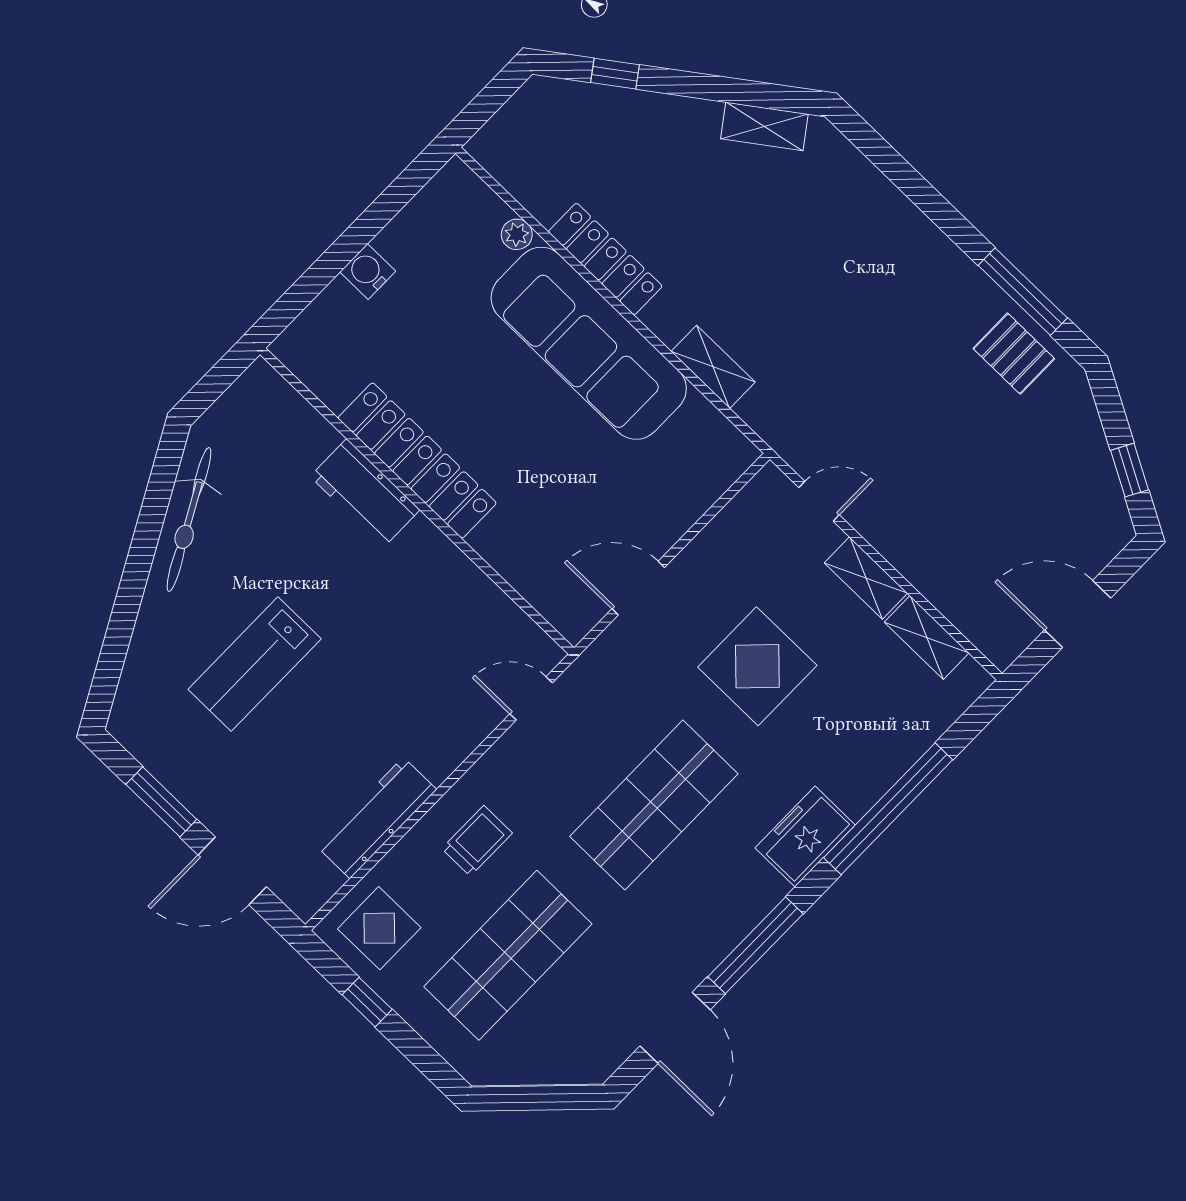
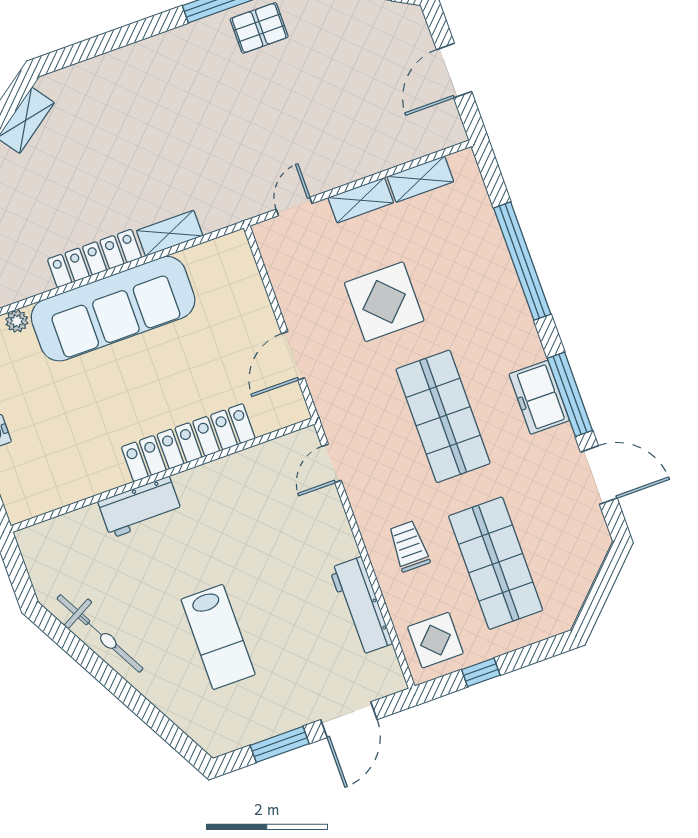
locker: (605, 259) -> (94, 258), moved
locker: (417, 460) -> (188, 443), moved
freezer: (805, 837) -> (539, 397), moved

